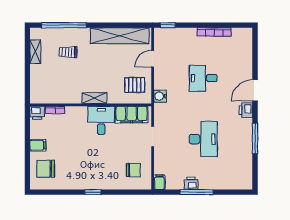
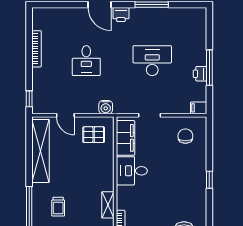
pallet: (135, 85) -> (94, 135), turned 90
shelving: (94, 98) -> (108, 205), moved

